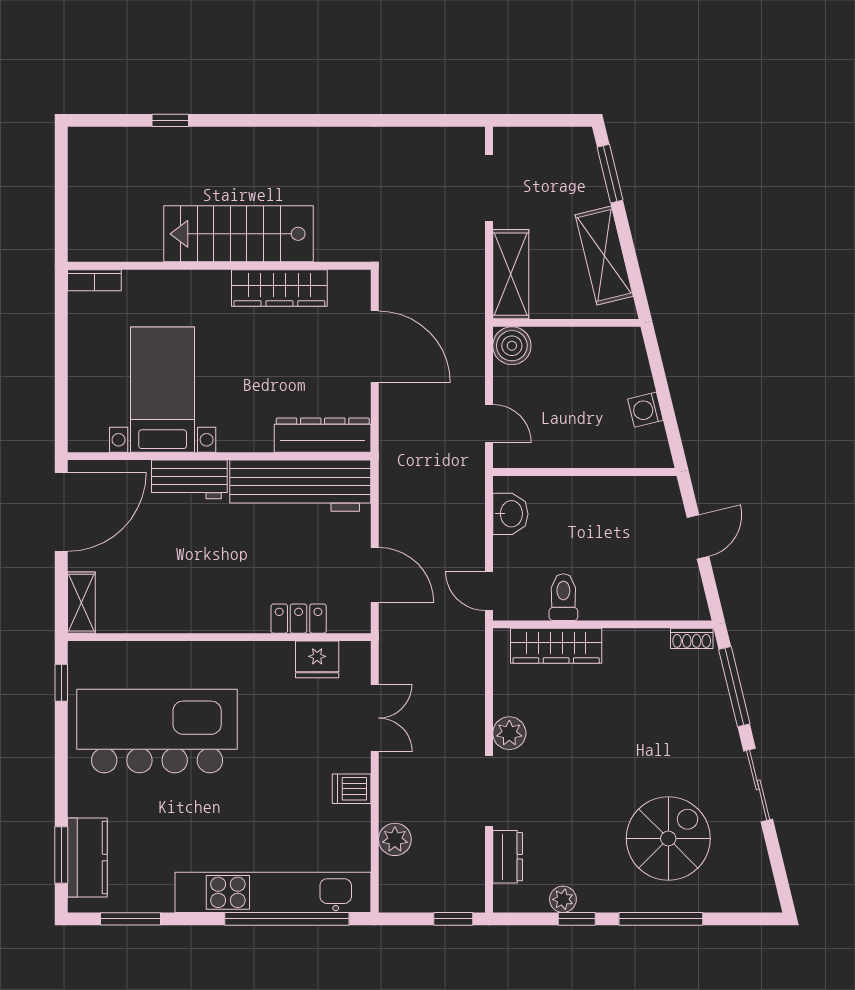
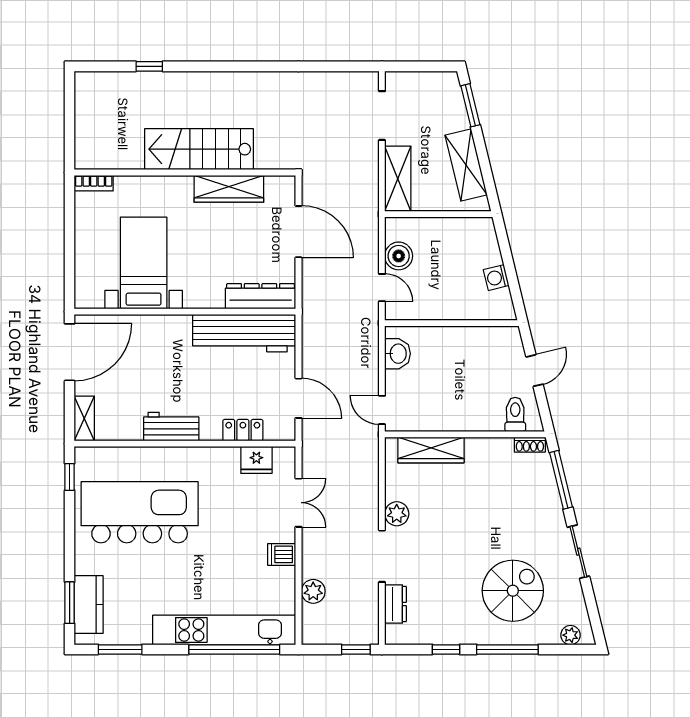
boiler: (512, 346) -> (399, 256), moved
workbench: (189, 479) -> (171, 427), moved, turned 180
toilet: (563, 597) -> (515, 414), moved
plant: (563, 899) -> (570, 635), moved

